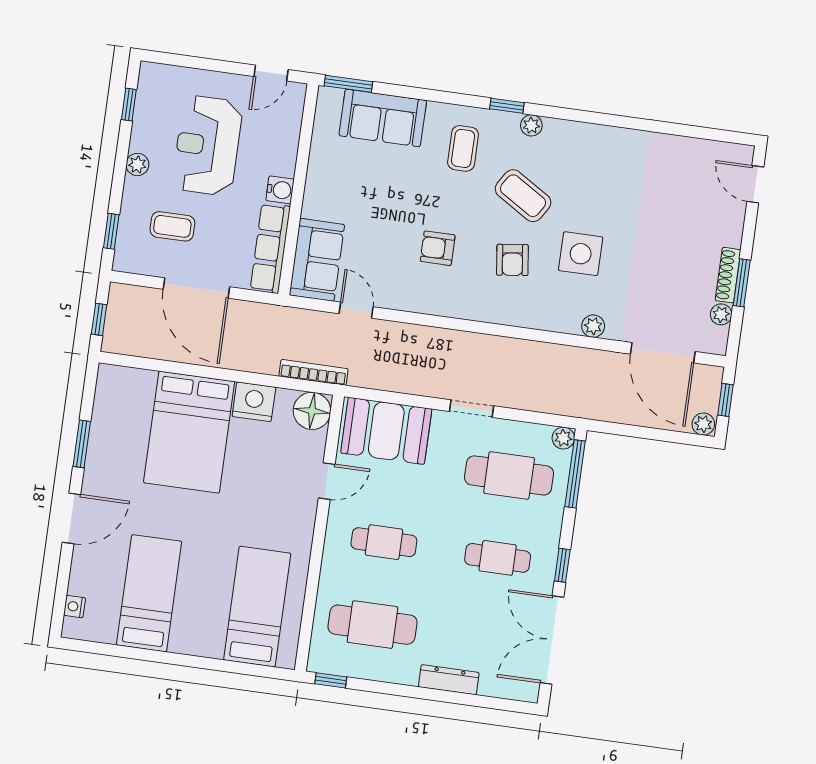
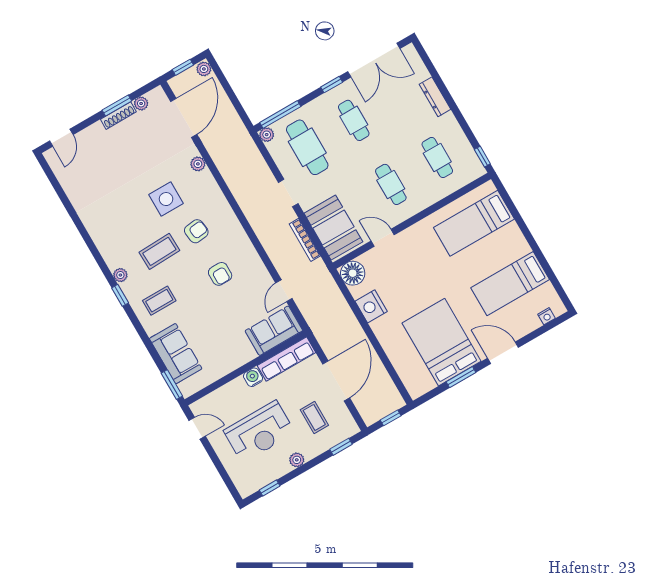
coffee table: (523, 196) -> (159, 251), turned 56
bookcase: (313, 372) -> (305, 240), moved
bed: (189, 432) -> (442, 342), moved, turned -90
cafe table: (373, 625) -> (437, 158), width x0.73, depth x0.74

